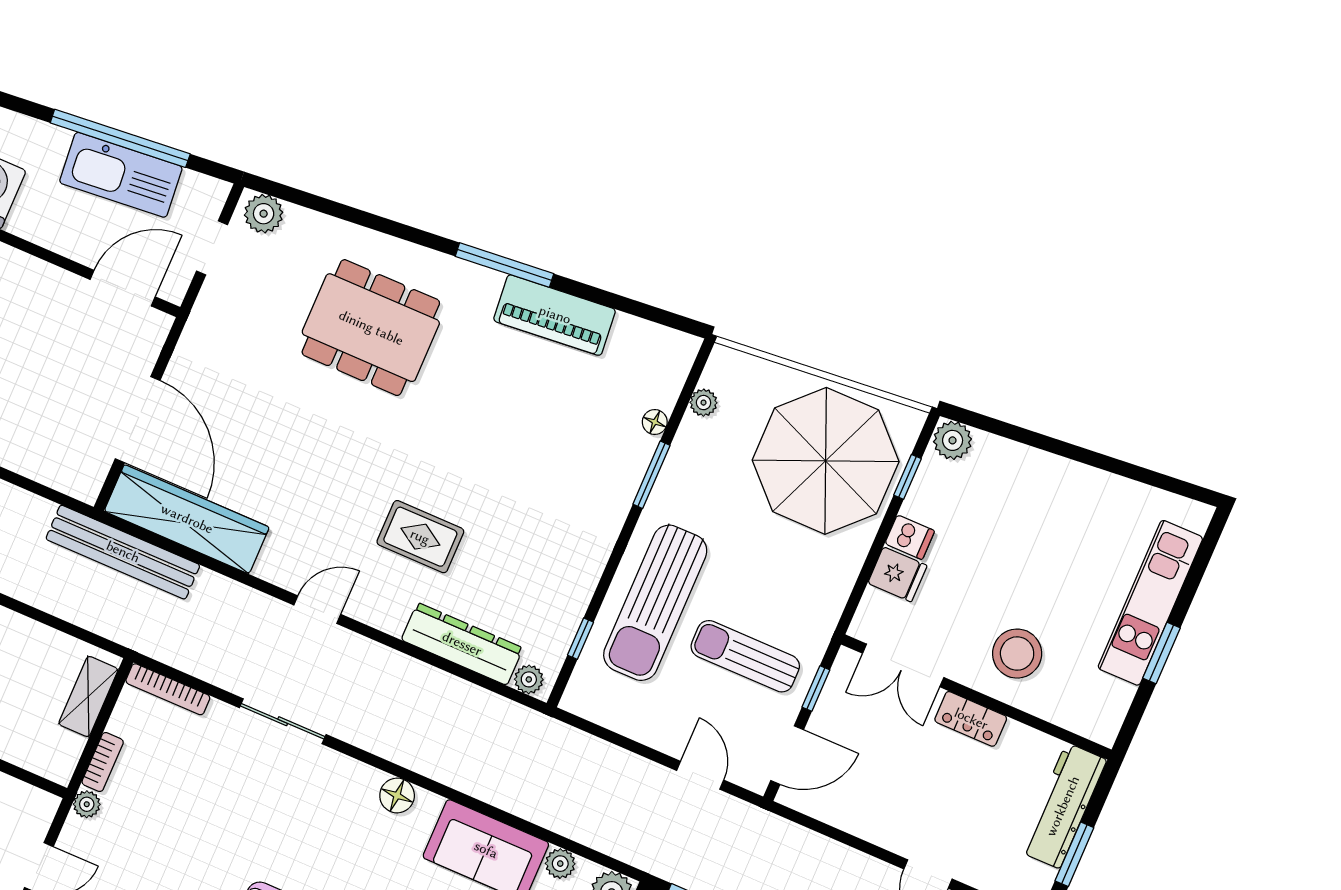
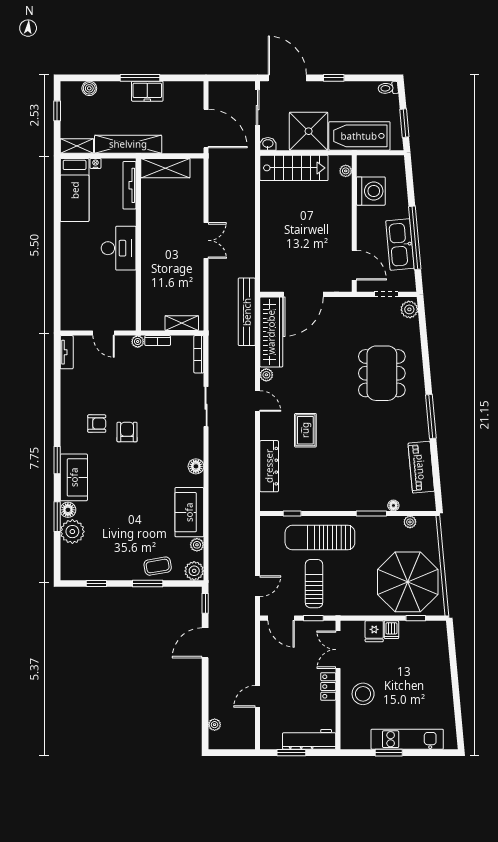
piano: (555, 315) -> (421, 467), moved
plant: (953, 440) -> (438, 630), removed
plant: (529, 679) -> (266, 375), moved

